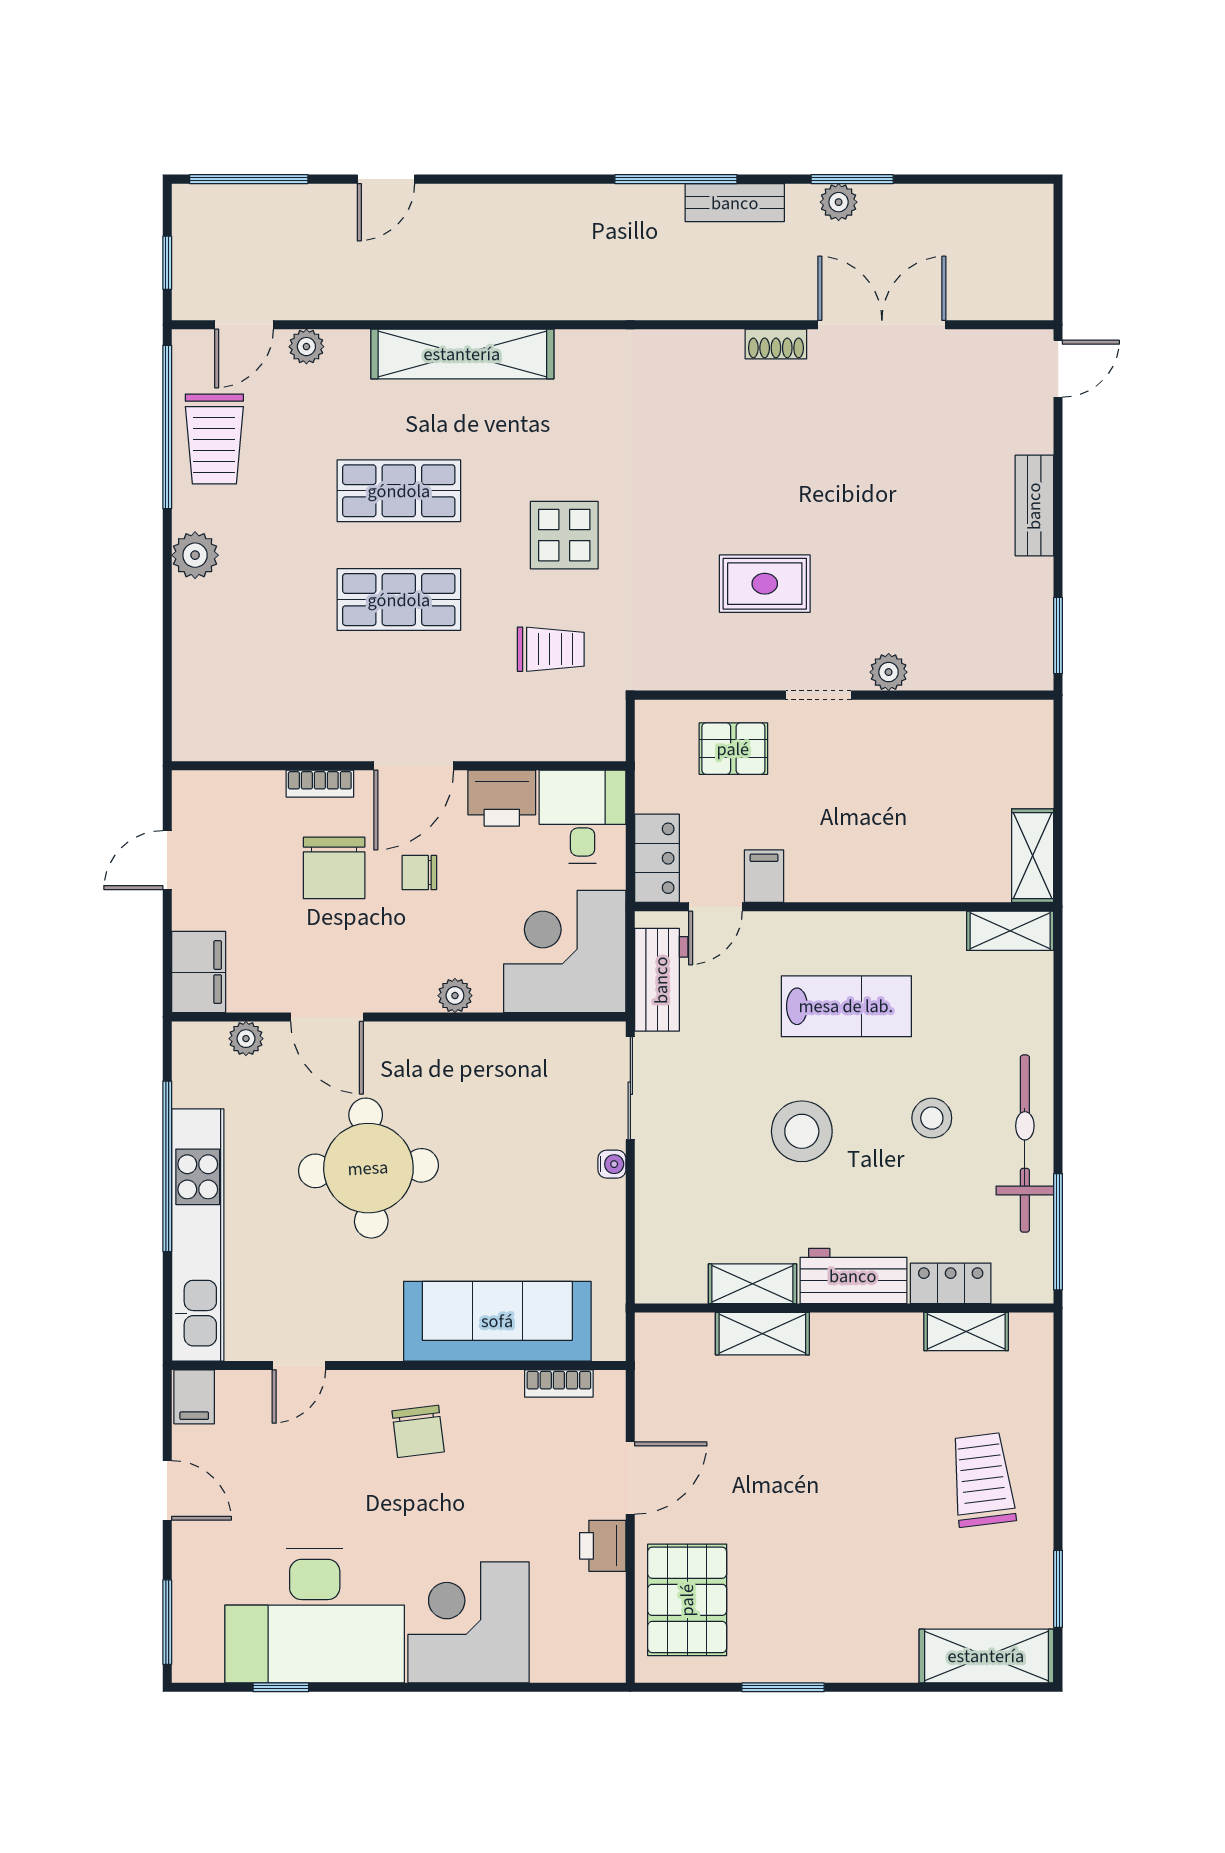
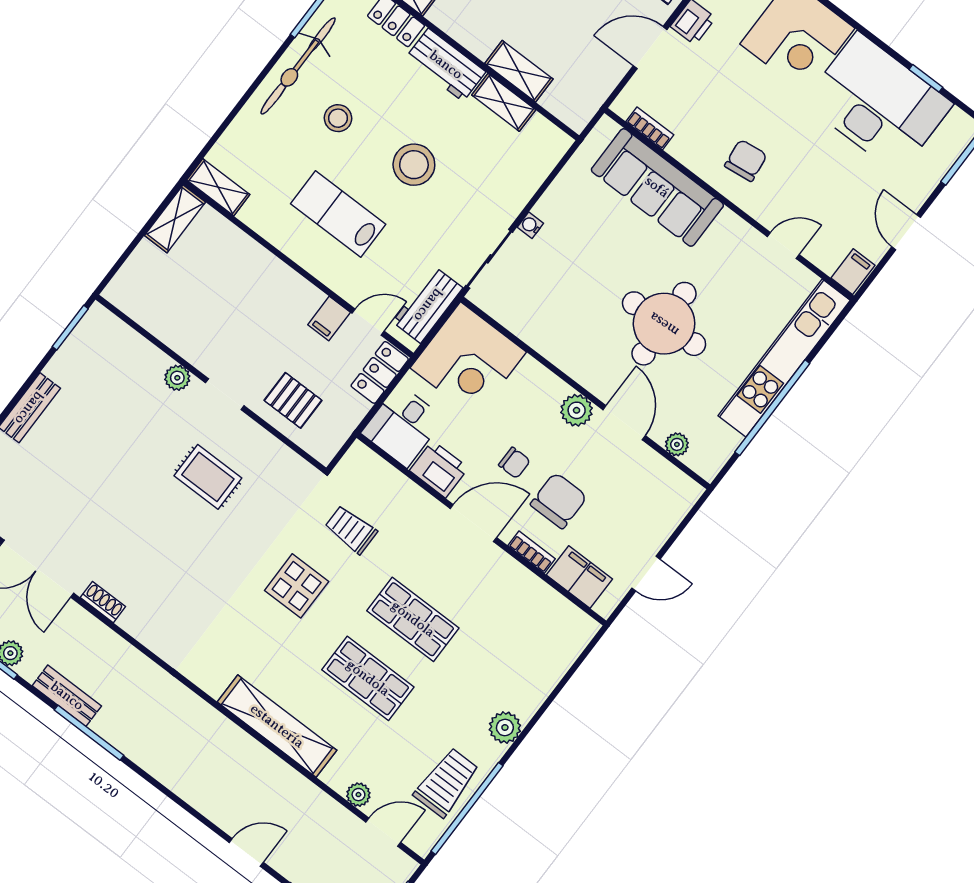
filing cabinet: (199, 972) -> (579, 577), moved, turned 90
plant: (455, 996) -> (577, 410), moved, width x1.38, depth x1.38

